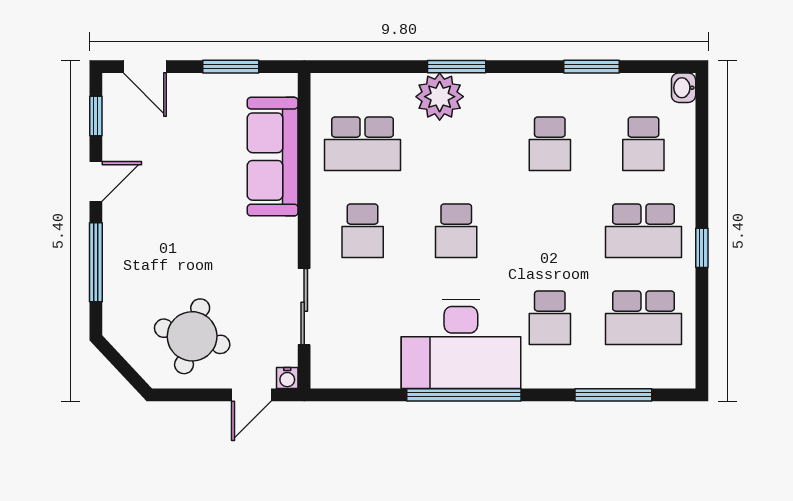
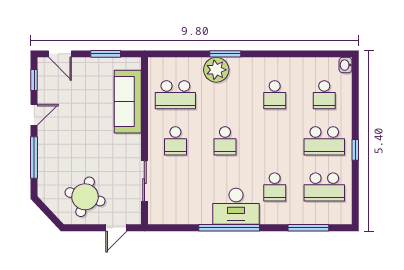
window: (591, 67) -> (297, 54), removed
desk: (461, 344) -> (236, 206), width x0.73, depth x0.77
water cooler: (287, 378) -> (135, 219), removed

